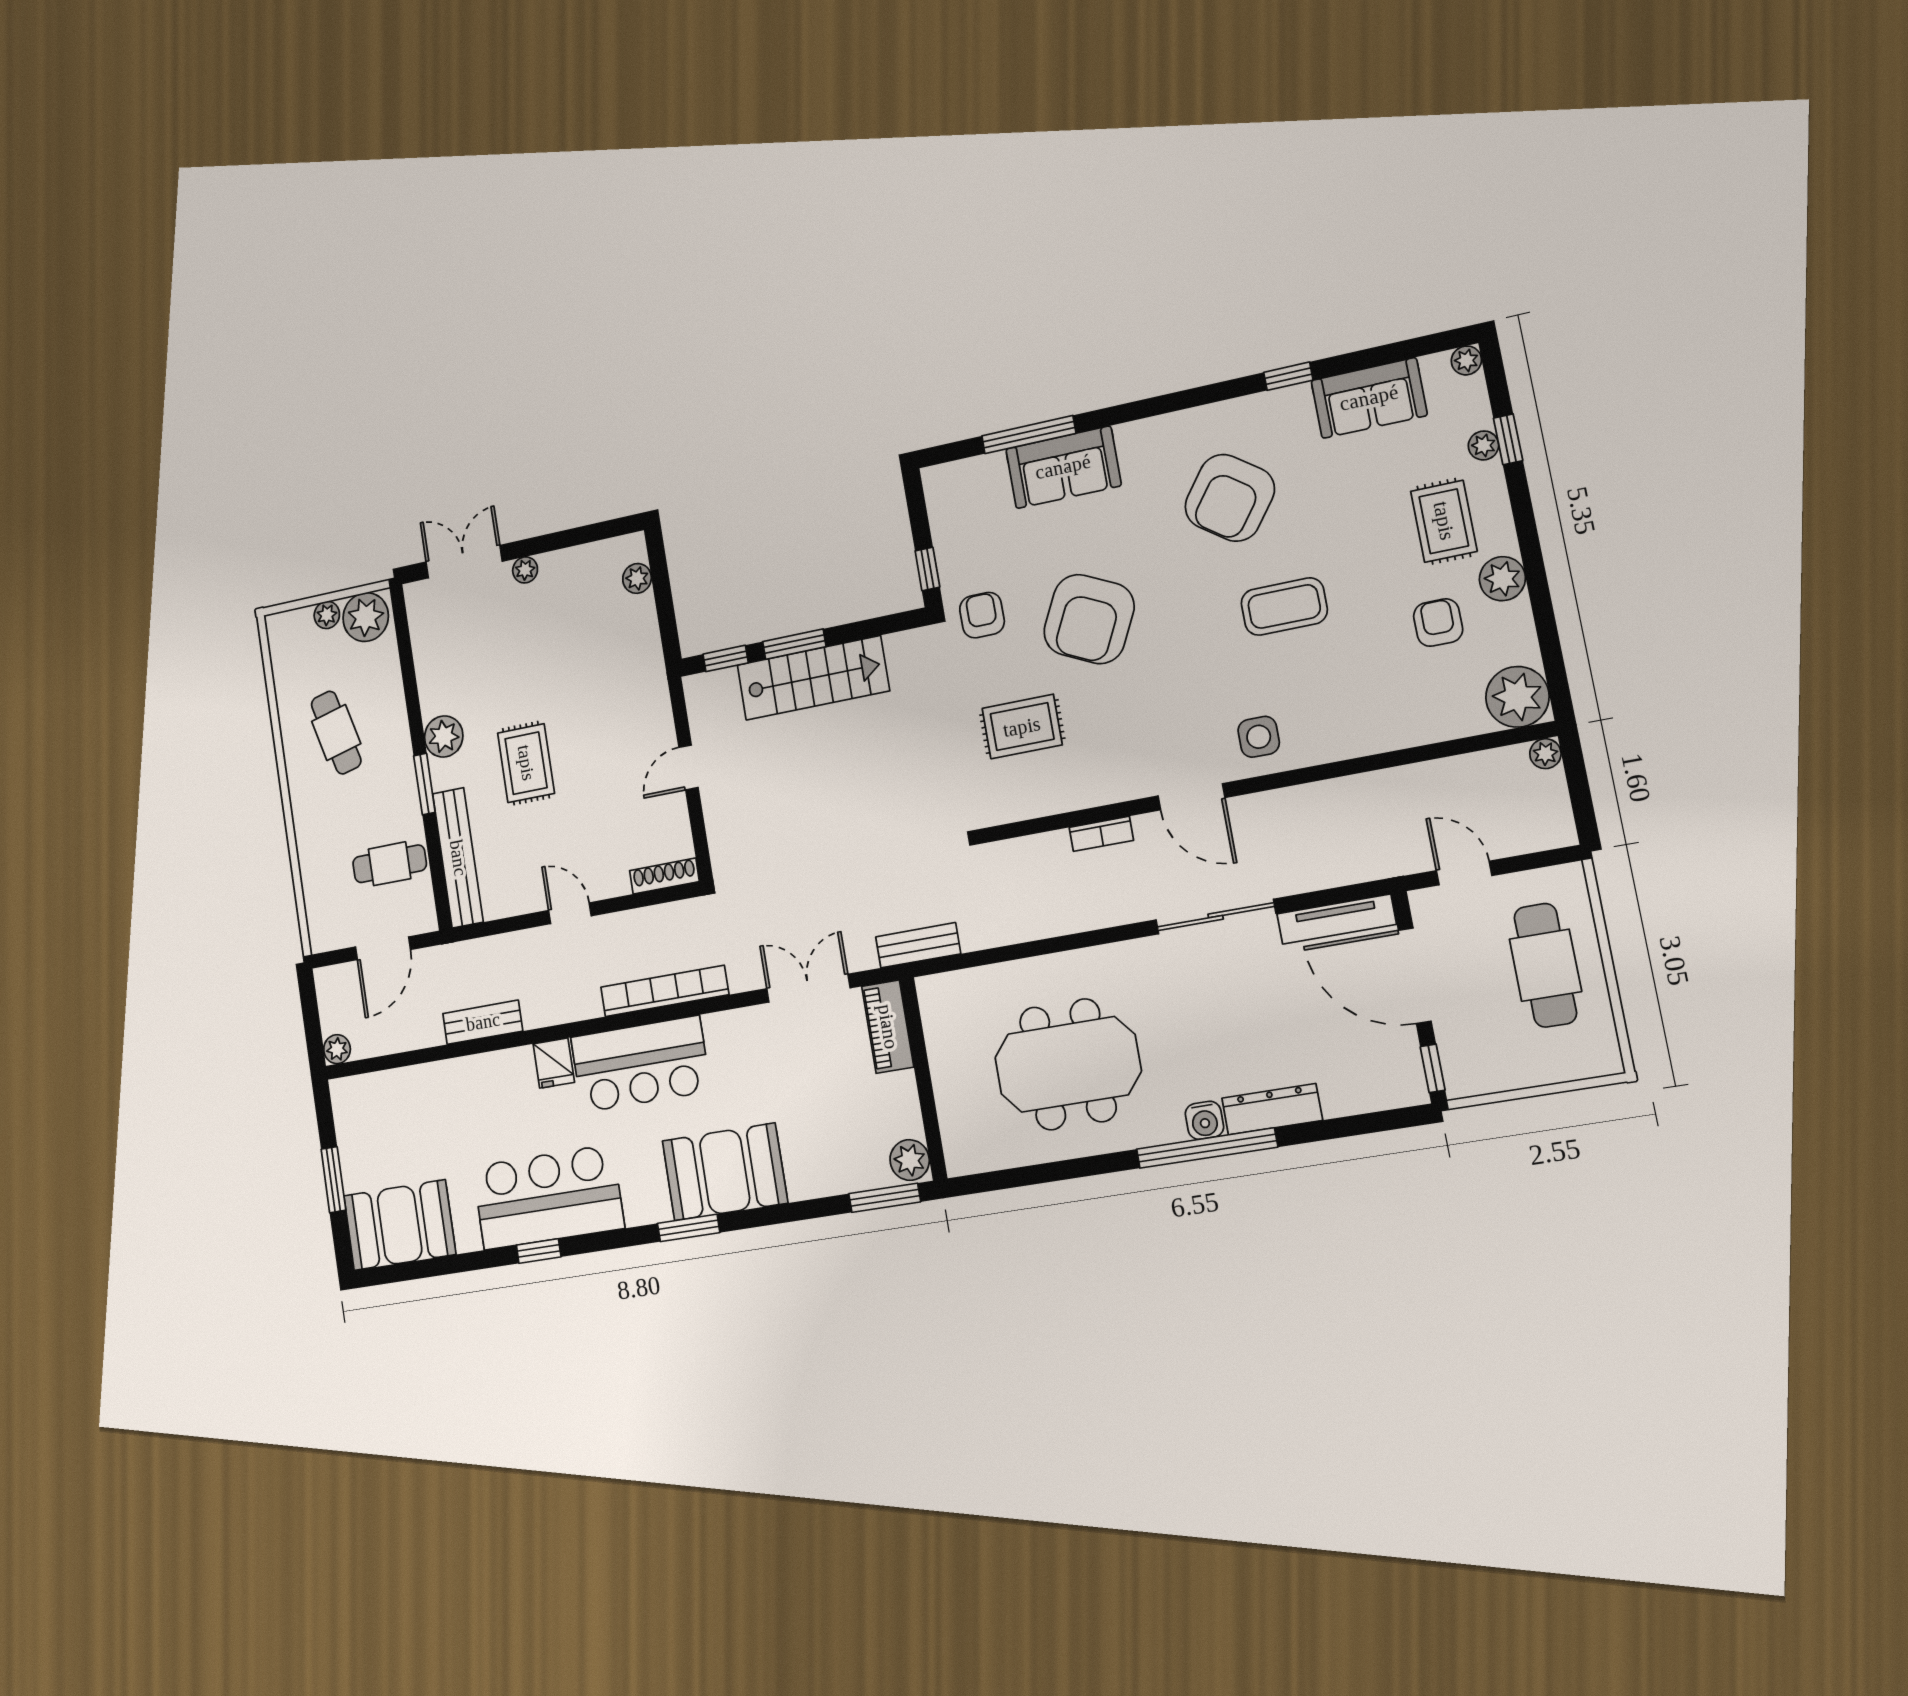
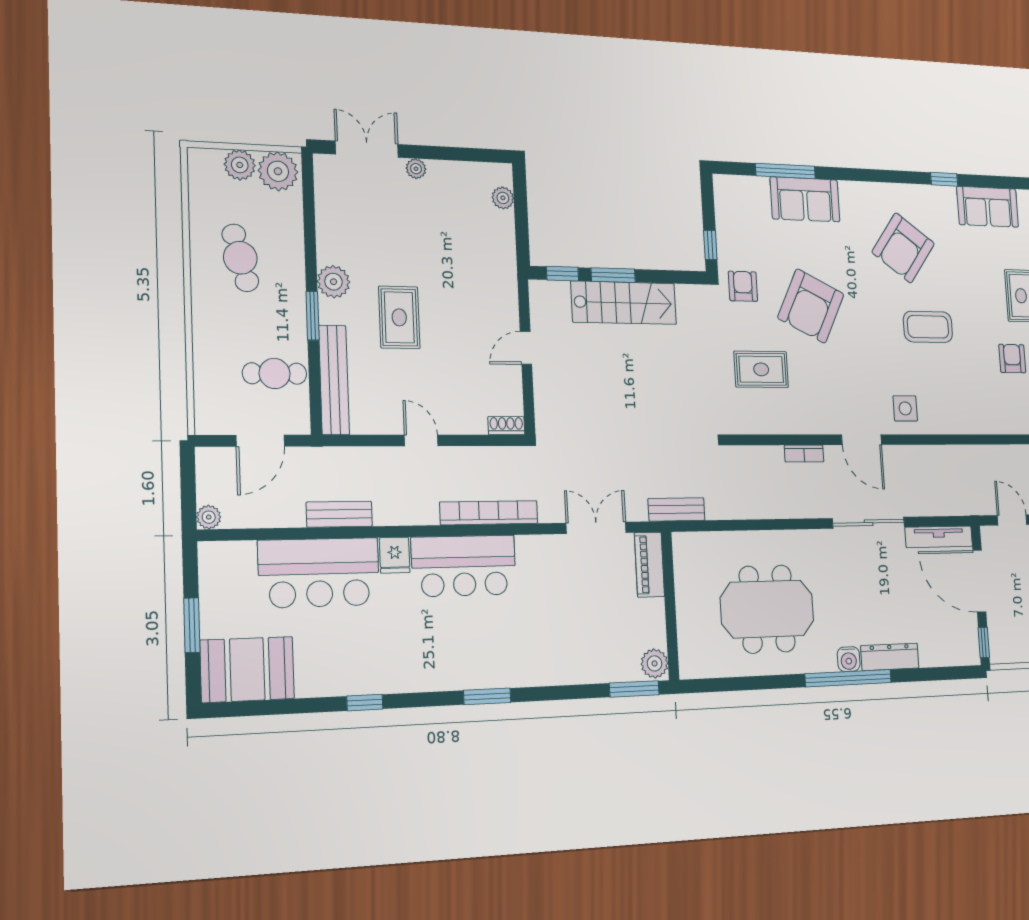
plant: (327, 615) -> (240, 165), width x1.38, depth x1.38
shoe rack: (664, 876) -> (506, 426), width x0.70
booth: (725, 1172) -> (520, 657), removed
bar counter: (548, 1197) -> (319, 573), moved, turned 180

